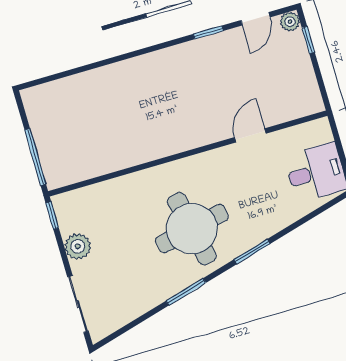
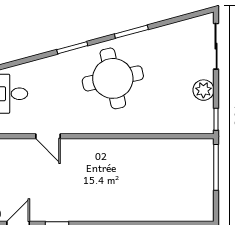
door: (250, 135) -> (48, 136), hinge flipped

